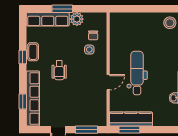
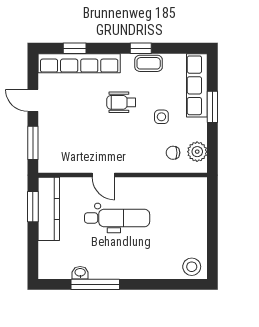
plant: (77, 19) -> (197, 152), moved
side table: (89, 50) -> (161, 117), moved

